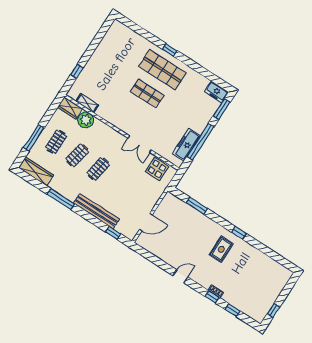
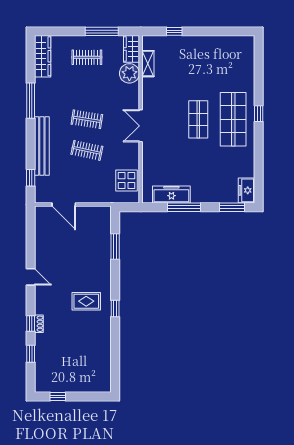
window: (34, 138) -> (102, 31), moved
window: (200, 142) -> (184, 207), width x0.68
double door: (140, 144) -> (141, 126), moved
clothes rail: (77, 155) -> (87, 150), moved

